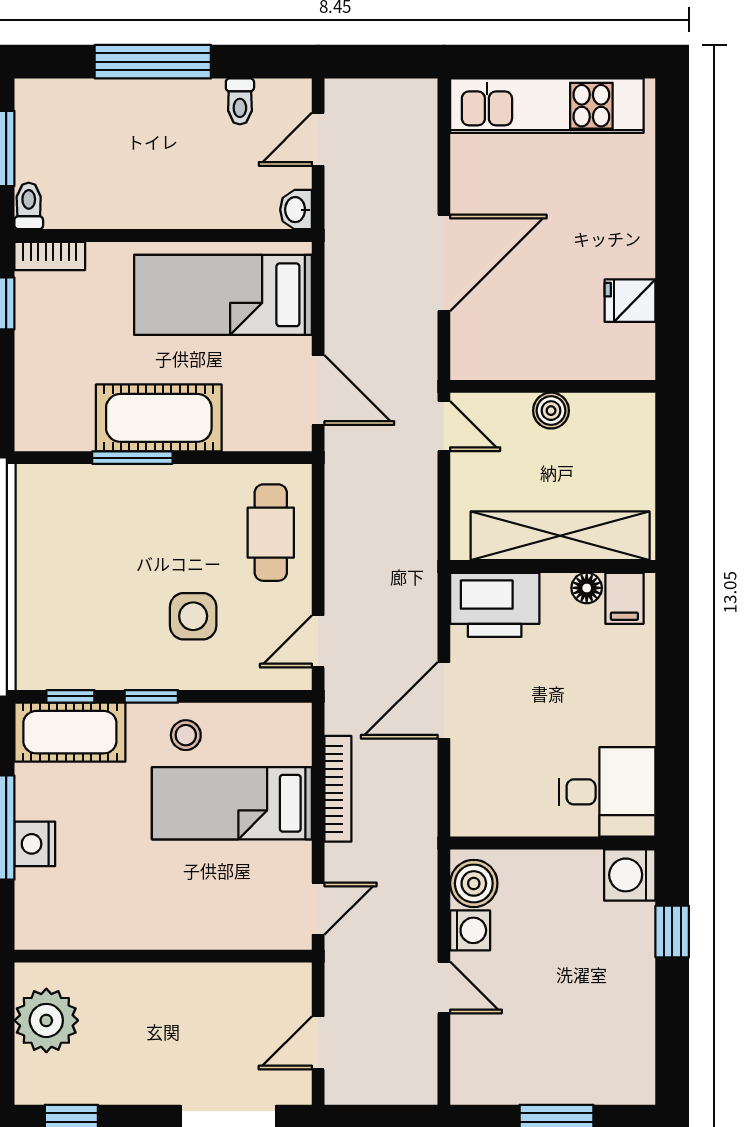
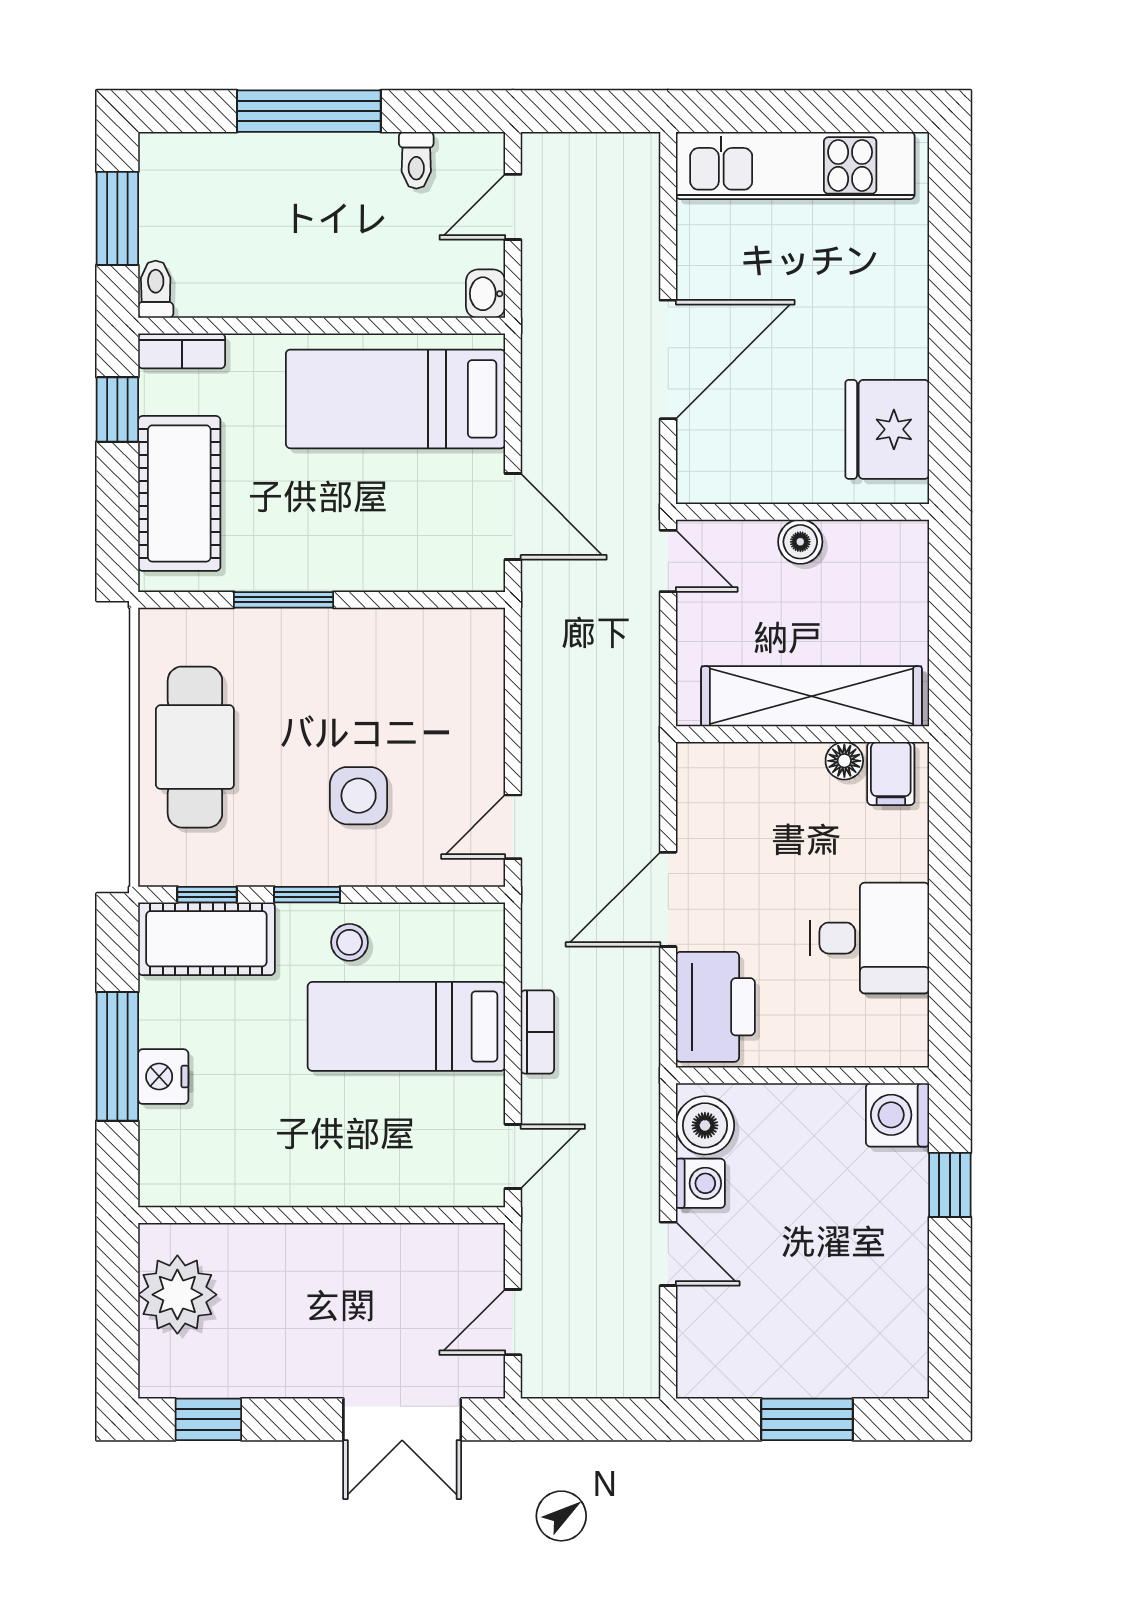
fridge: (630, 301) -> (887, 429), width x1.88, depth x1.34
cot: (159, 418) -> (179, 493), moved, turned 90
cafe table: (271, 533) -> (195, 747), moved, width x1.37, depth x1.35
printer: (495, 605) -> (715, 1007), moved, turned -90
bookcase: (338, 789) -> (537, 1032), width x0.64
desk: (607, 792) -> (870, 938), moved

